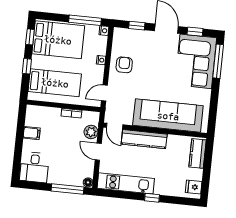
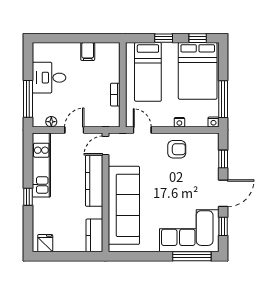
plant: (91, 132) -> (96, 119), removed
kitchen counter: (198, 153) -> (94, 235), moved, turned -90
desk: (34, 167) -> (49, 78), moved
floor lamp: (88, 182) -> (51, 122), moved

